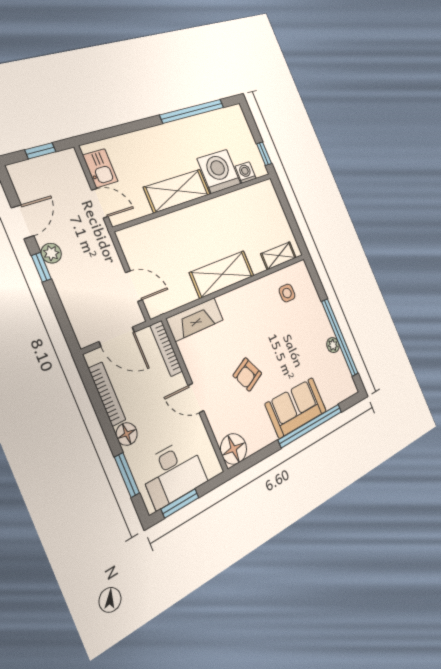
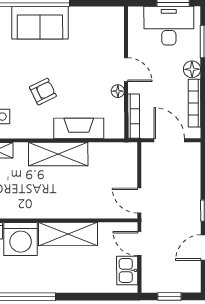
plant: (51, 253) -> (193, 218), removed
door: (134, 286) -> (139, 201), moved
fireplace: (195, 319) -> (79, 128), moved
armchair: (247, 374) -> (43, 92), moved
floor lamp: (234, 449) -> (118, 91), moved, width x0.53, depth x0.53

